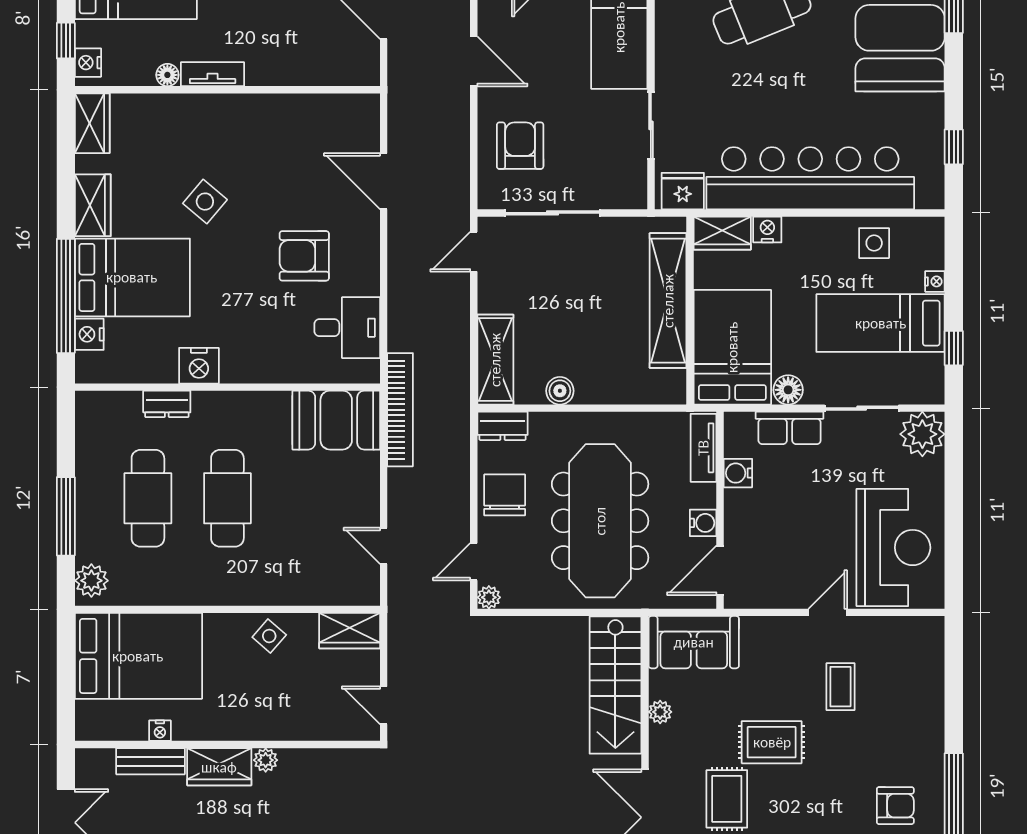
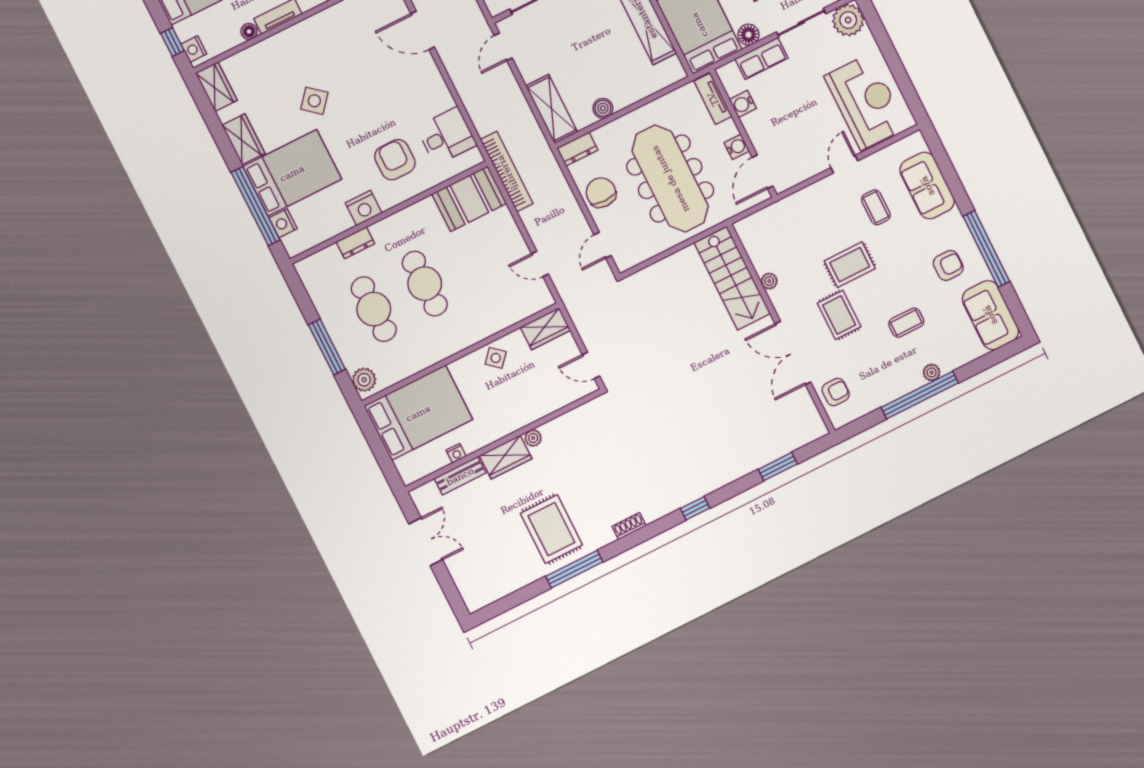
armchair: (304, 256) -> (395, 160), moved, turned 90
plant: (489, 597) -> (624, 263), removed
sofa: (694, 642) -> (927, 186), moved, turned 90

